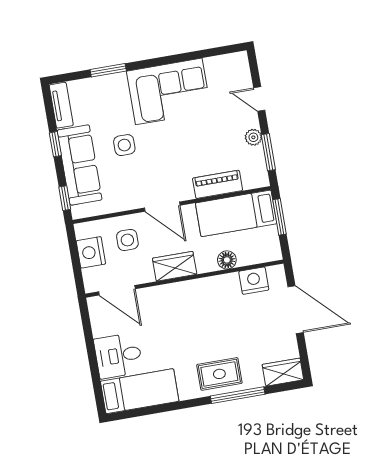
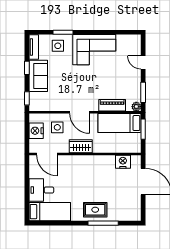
plant: (253, 137) -> (136, 107), moved
side table: (124, 145) -> (58, 46), moved
sofa: (80, 165) -> (38, 76), width x0.73
floor lamp: (227, 260) -> (110, 148), removed
wardrobe: (283, 372) -> (130, 215), removed

